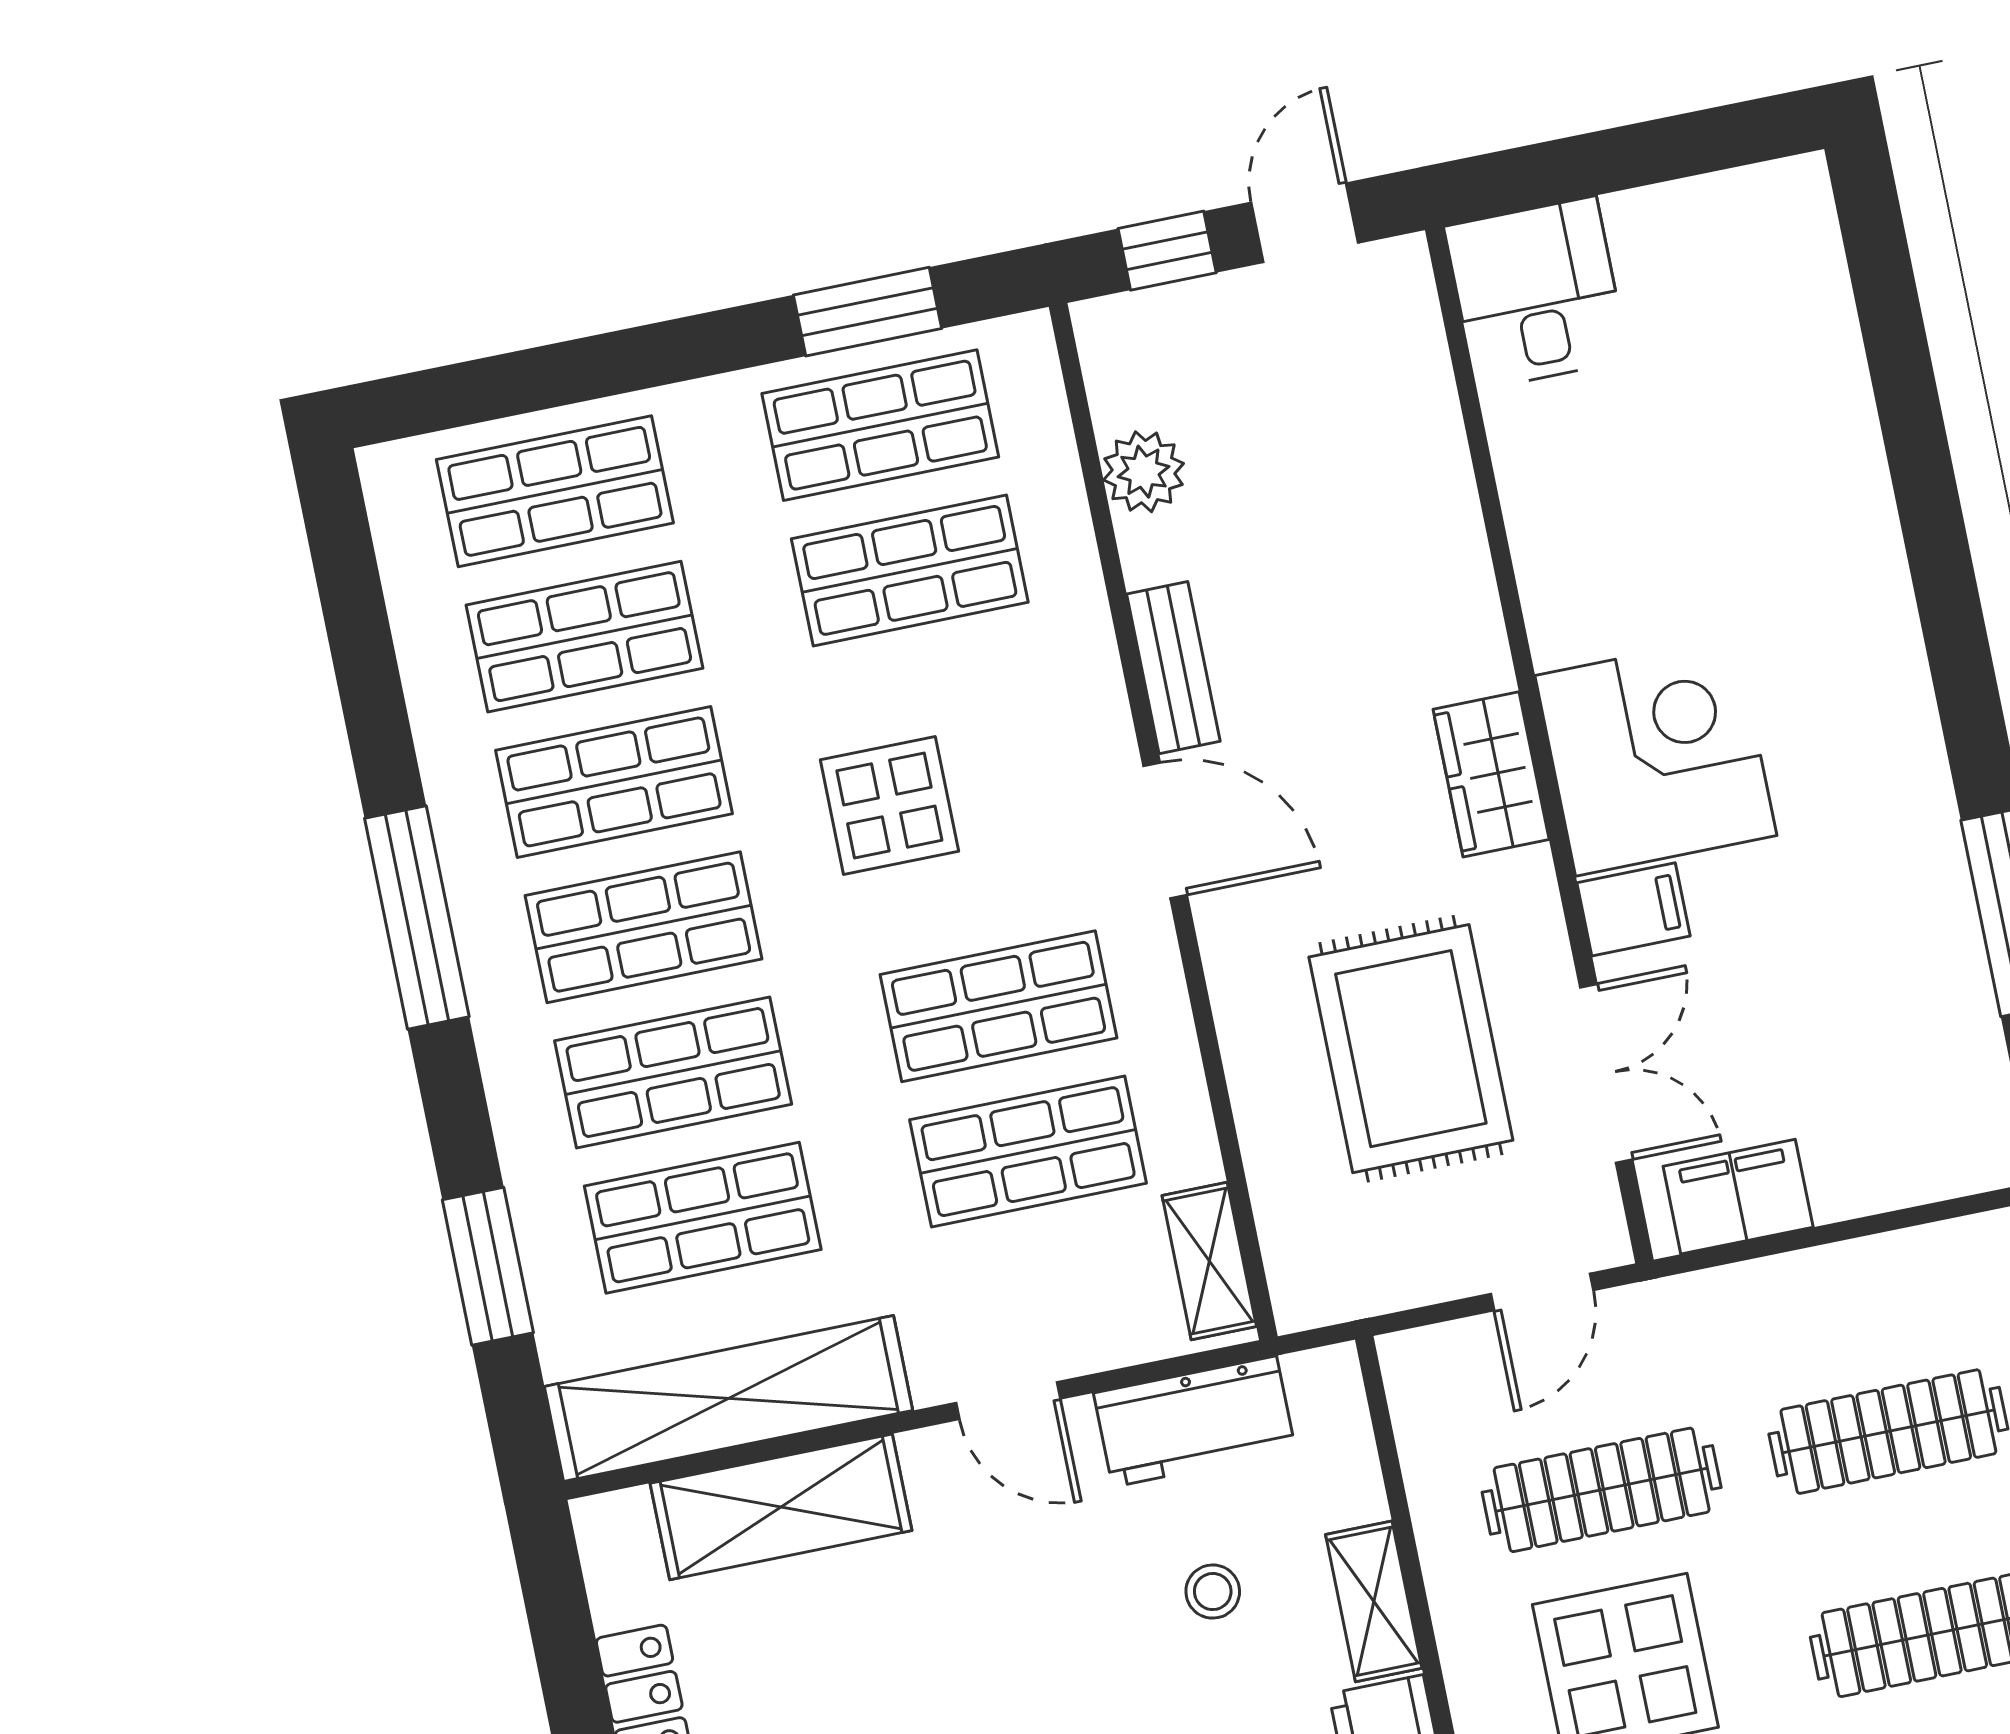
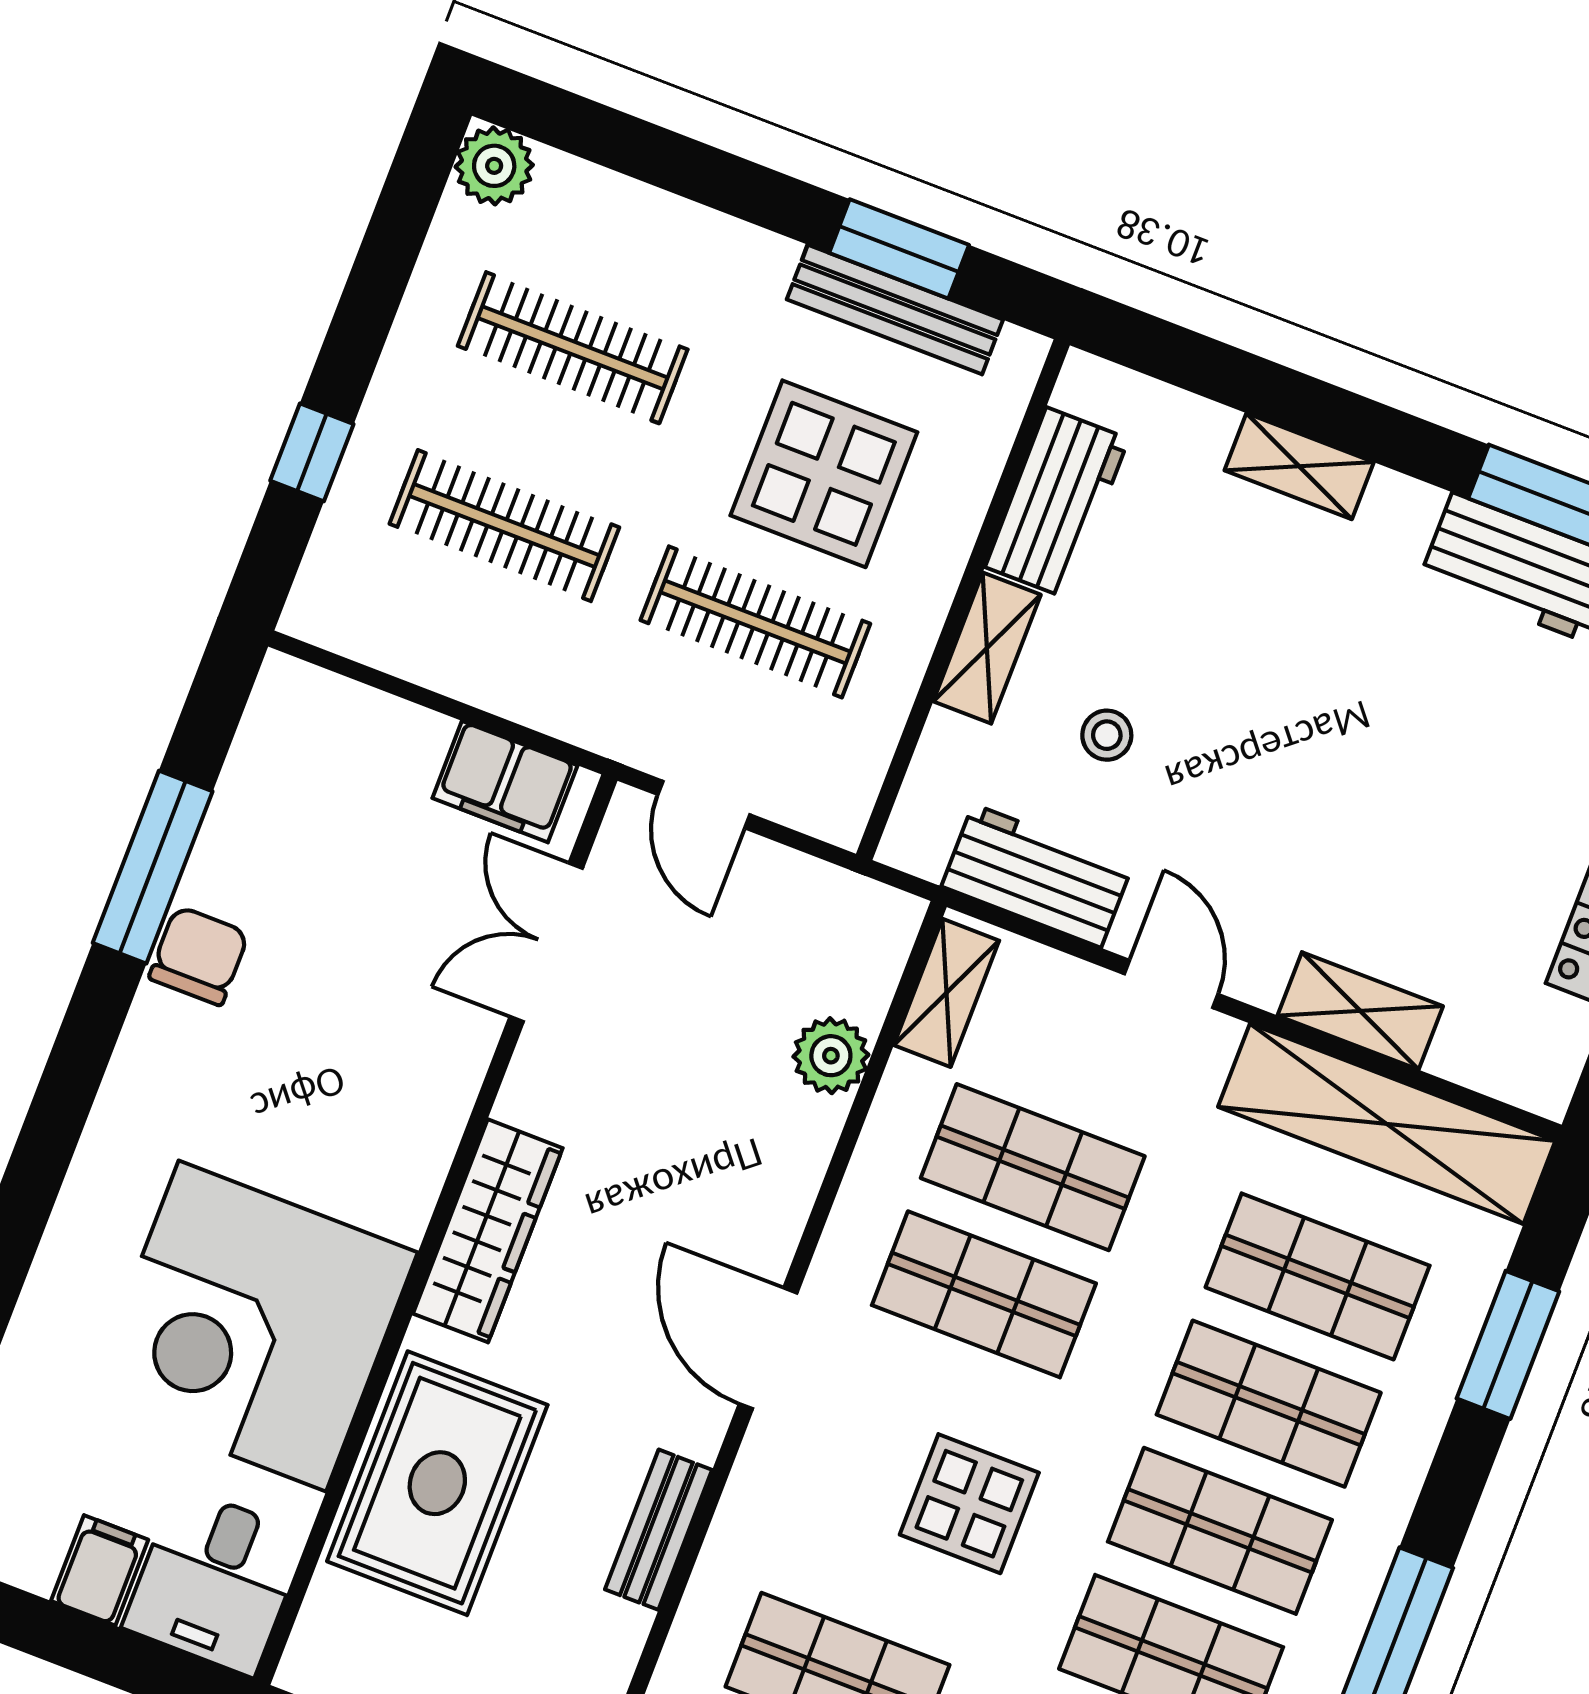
plant: (1143, 472) -> (831, 1056), moved
bench: (1173, 668) -> (659, 1530), moved
corner desk: (1656, 755) -> (252, 1326), moved, width x1.36, depth x1.36
wardrobe: (1491, 774) -> (488, 1231), width x1.50
chair: (1917, 858) -> (199, 956), added
filing cabinet: (1634, 909) -> (100, 1570), moved, turned 90
rug: (1411, 1049) -> (437, 1483), moved
door: (1542, 1292) -> (704, 805), swing flipped
shelving: (781, 1507) -> (1360, 1011), width x0.67, depth x0.75

